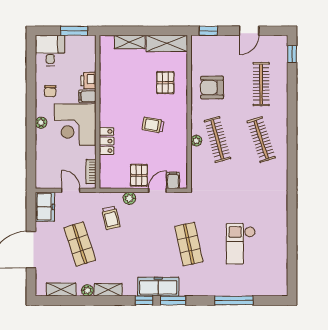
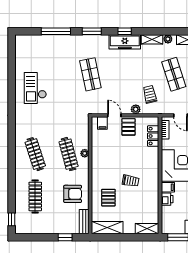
window: (208, 31) -> (65, 237), moved
door: (249, 31) -> (44, 237), removed
shelving: (130, 42) -> (147, 229), moved
bench: (197, 51) -> (84, 222), added
trolley: (153, 125) -> (131, 181), moved
locker: (107, 141) -> (153, 136), moved
door: (157, 190) -> (114, 115), swing flipped
checkout: (241, 244) -> (35, 88), moved, turned 180
freezer: (158, 287) -> (125, 42), moved
window: (173, 300) -> (92, 31), moved

